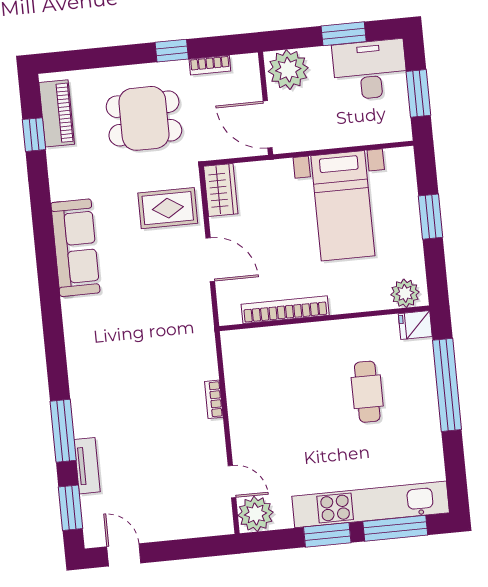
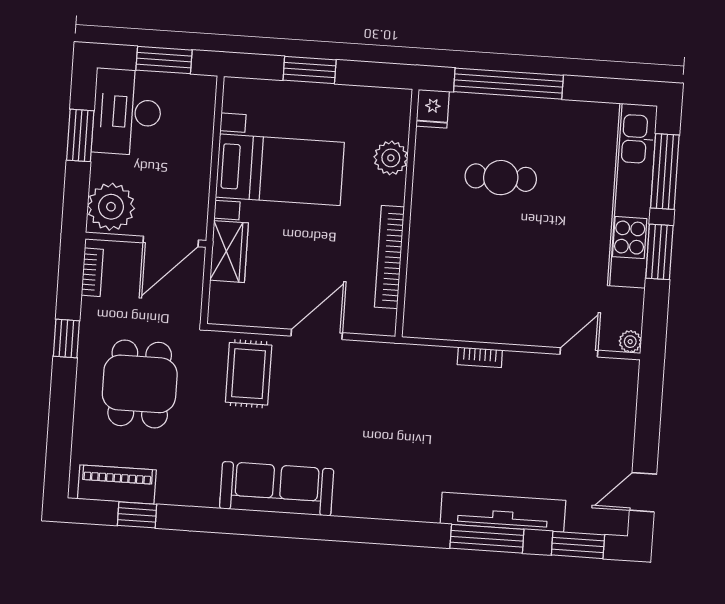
bookcase: (210, 65) -> (92, 272), moved
wardrobe: (221, 190) -> (229, 252), moved, turned 90
plant: (405, 293) -> (391, 158), moved
tv unit: (87, 466) -> (503, 512), width x1.92, depth x1.29
plant: (256, 514) -> (630, 342), width x0.53, depth x0.53

